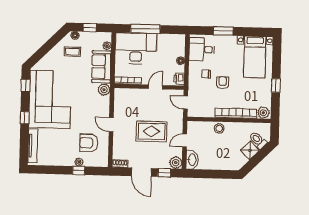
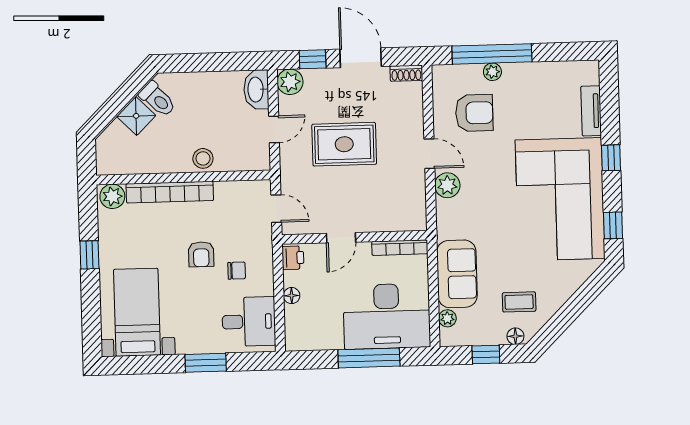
plant: (104, 90) -> (447, 185), moved
toilet: (258, 140) -> (157, 99), moved
tv unit: (33, 146) -> (591, 111), width x0.71
window: (79, 171) -> (492, 54), width x3.17

